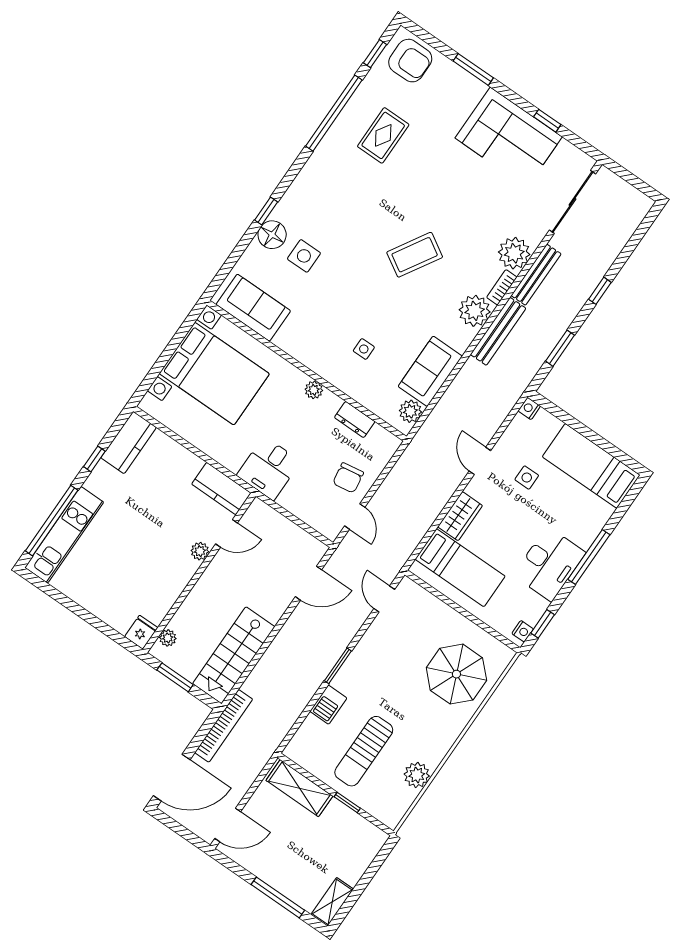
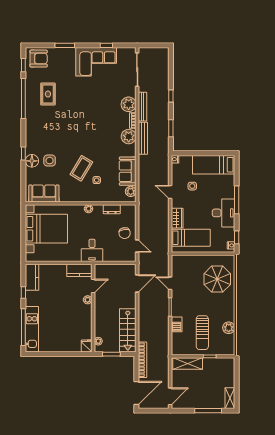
coffee table: (415, 255) -> (81, 168), moved
door: (384, 599) -> (170, 283), moved

